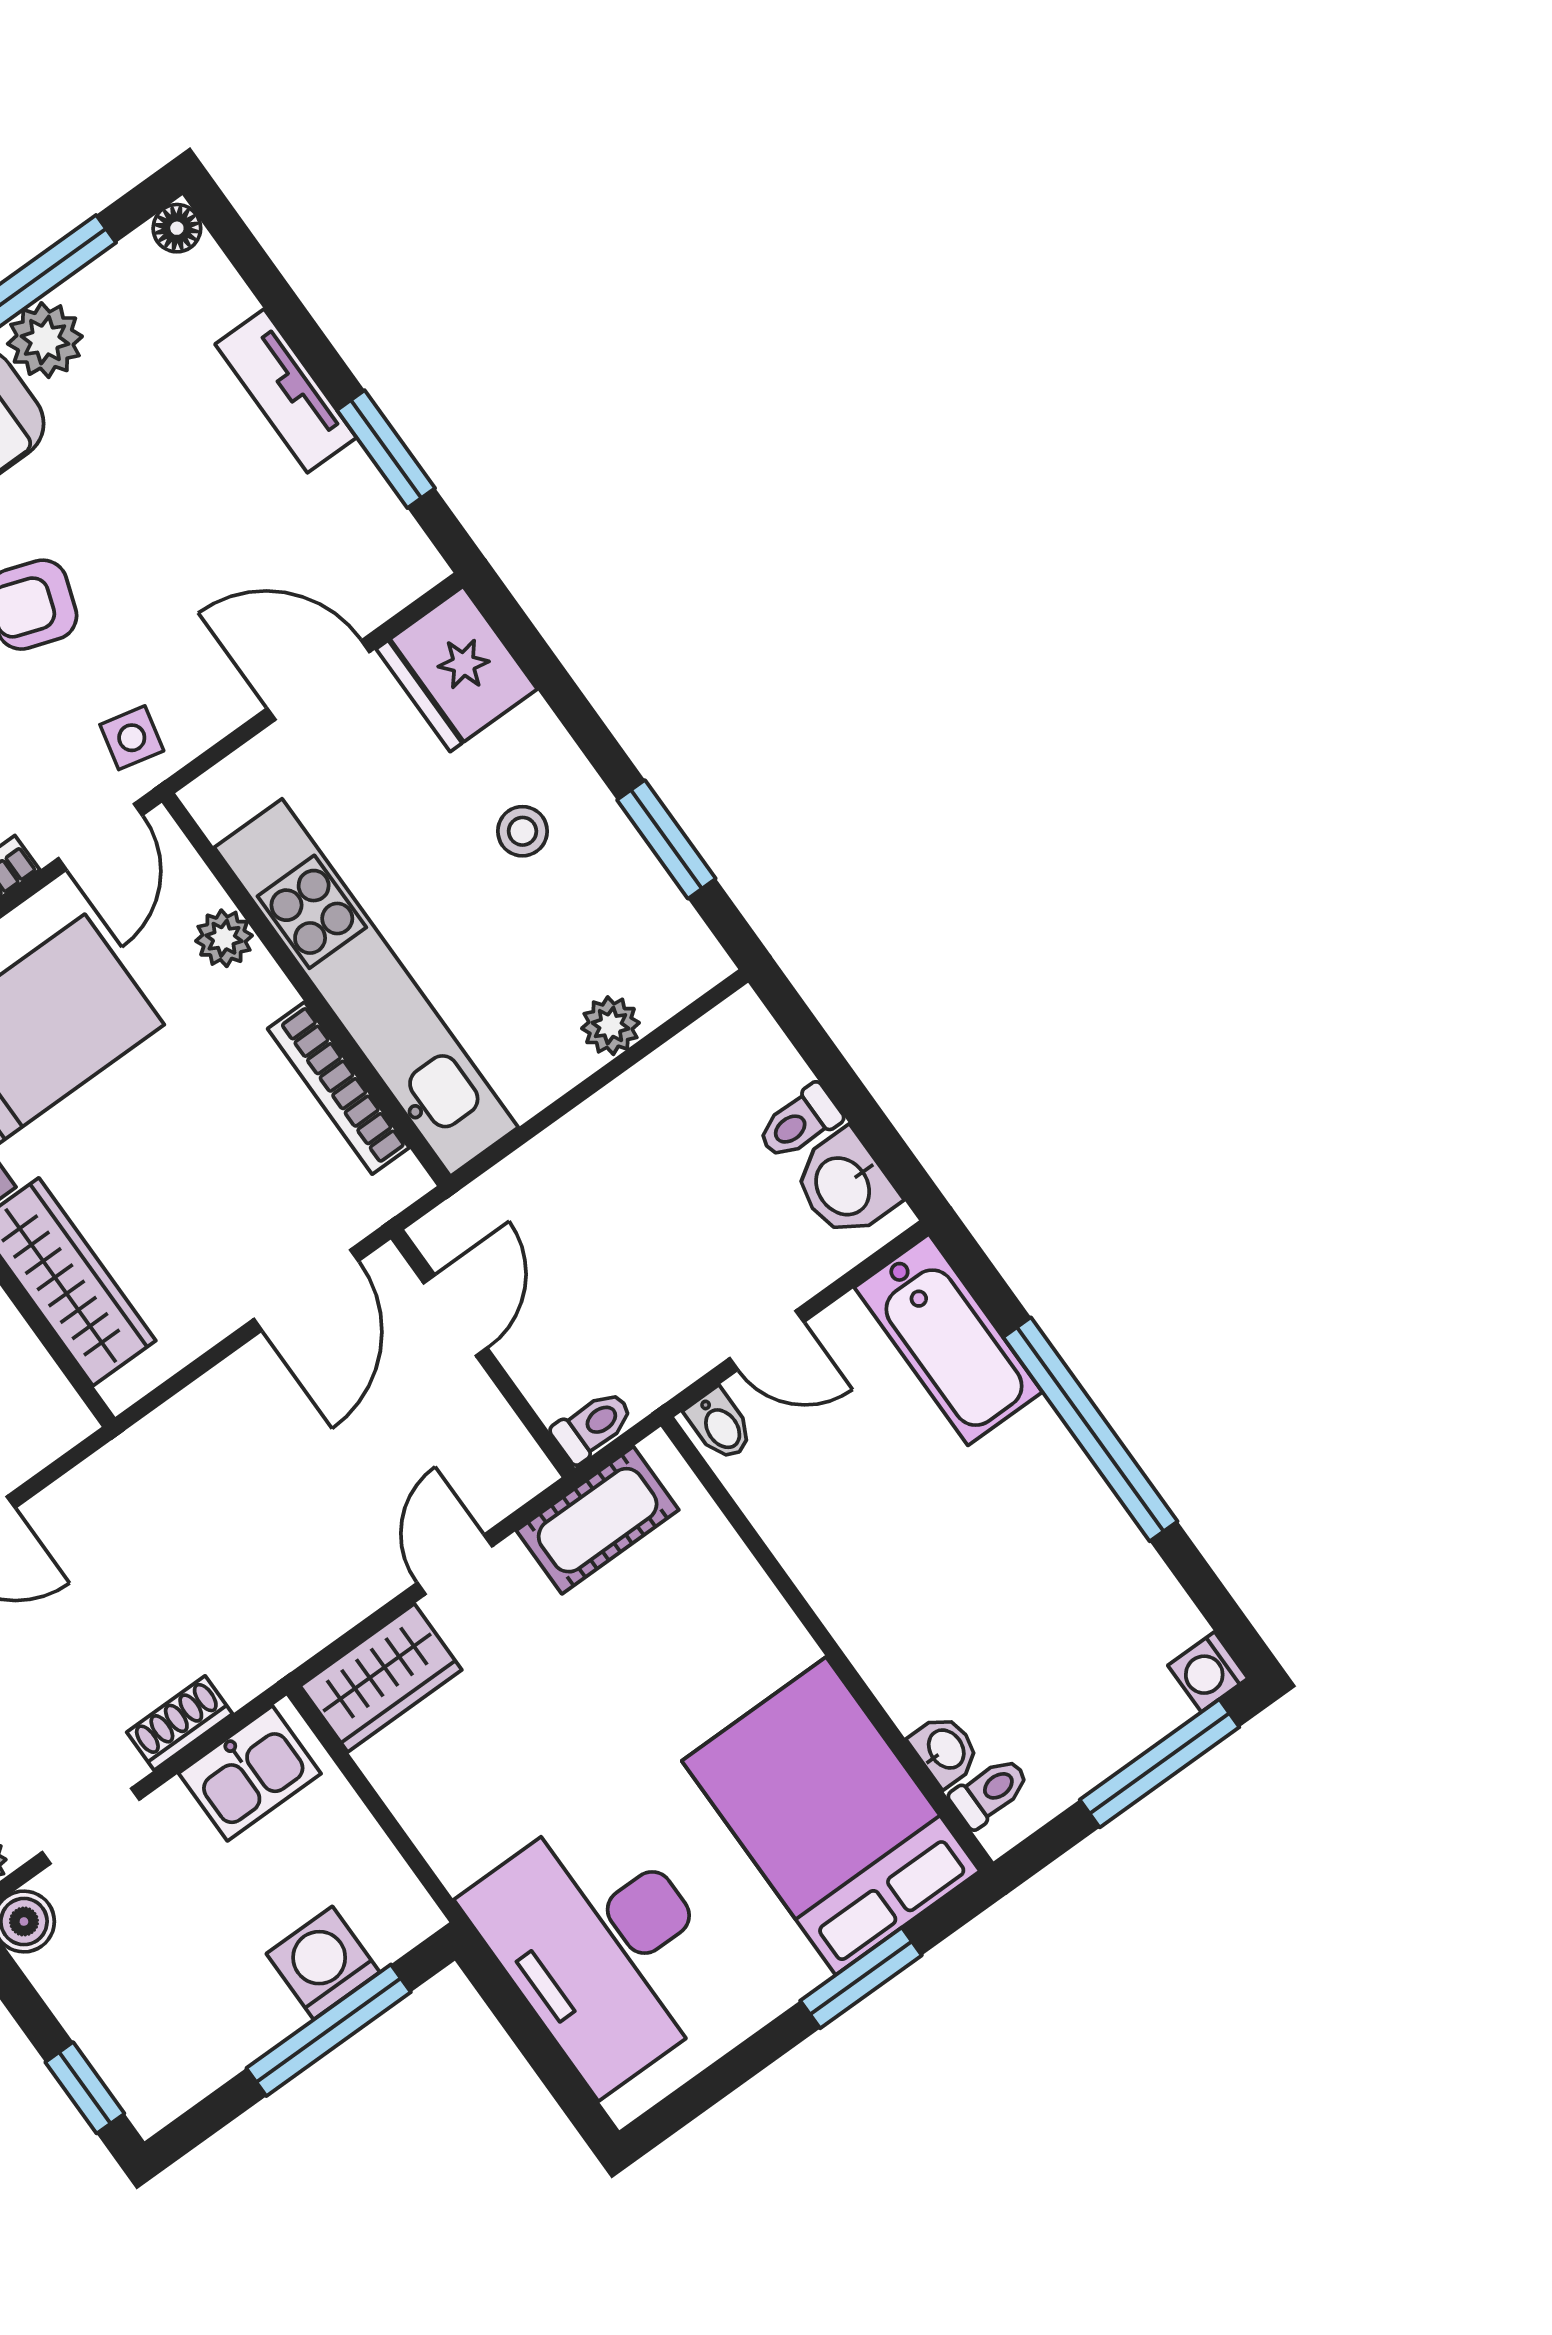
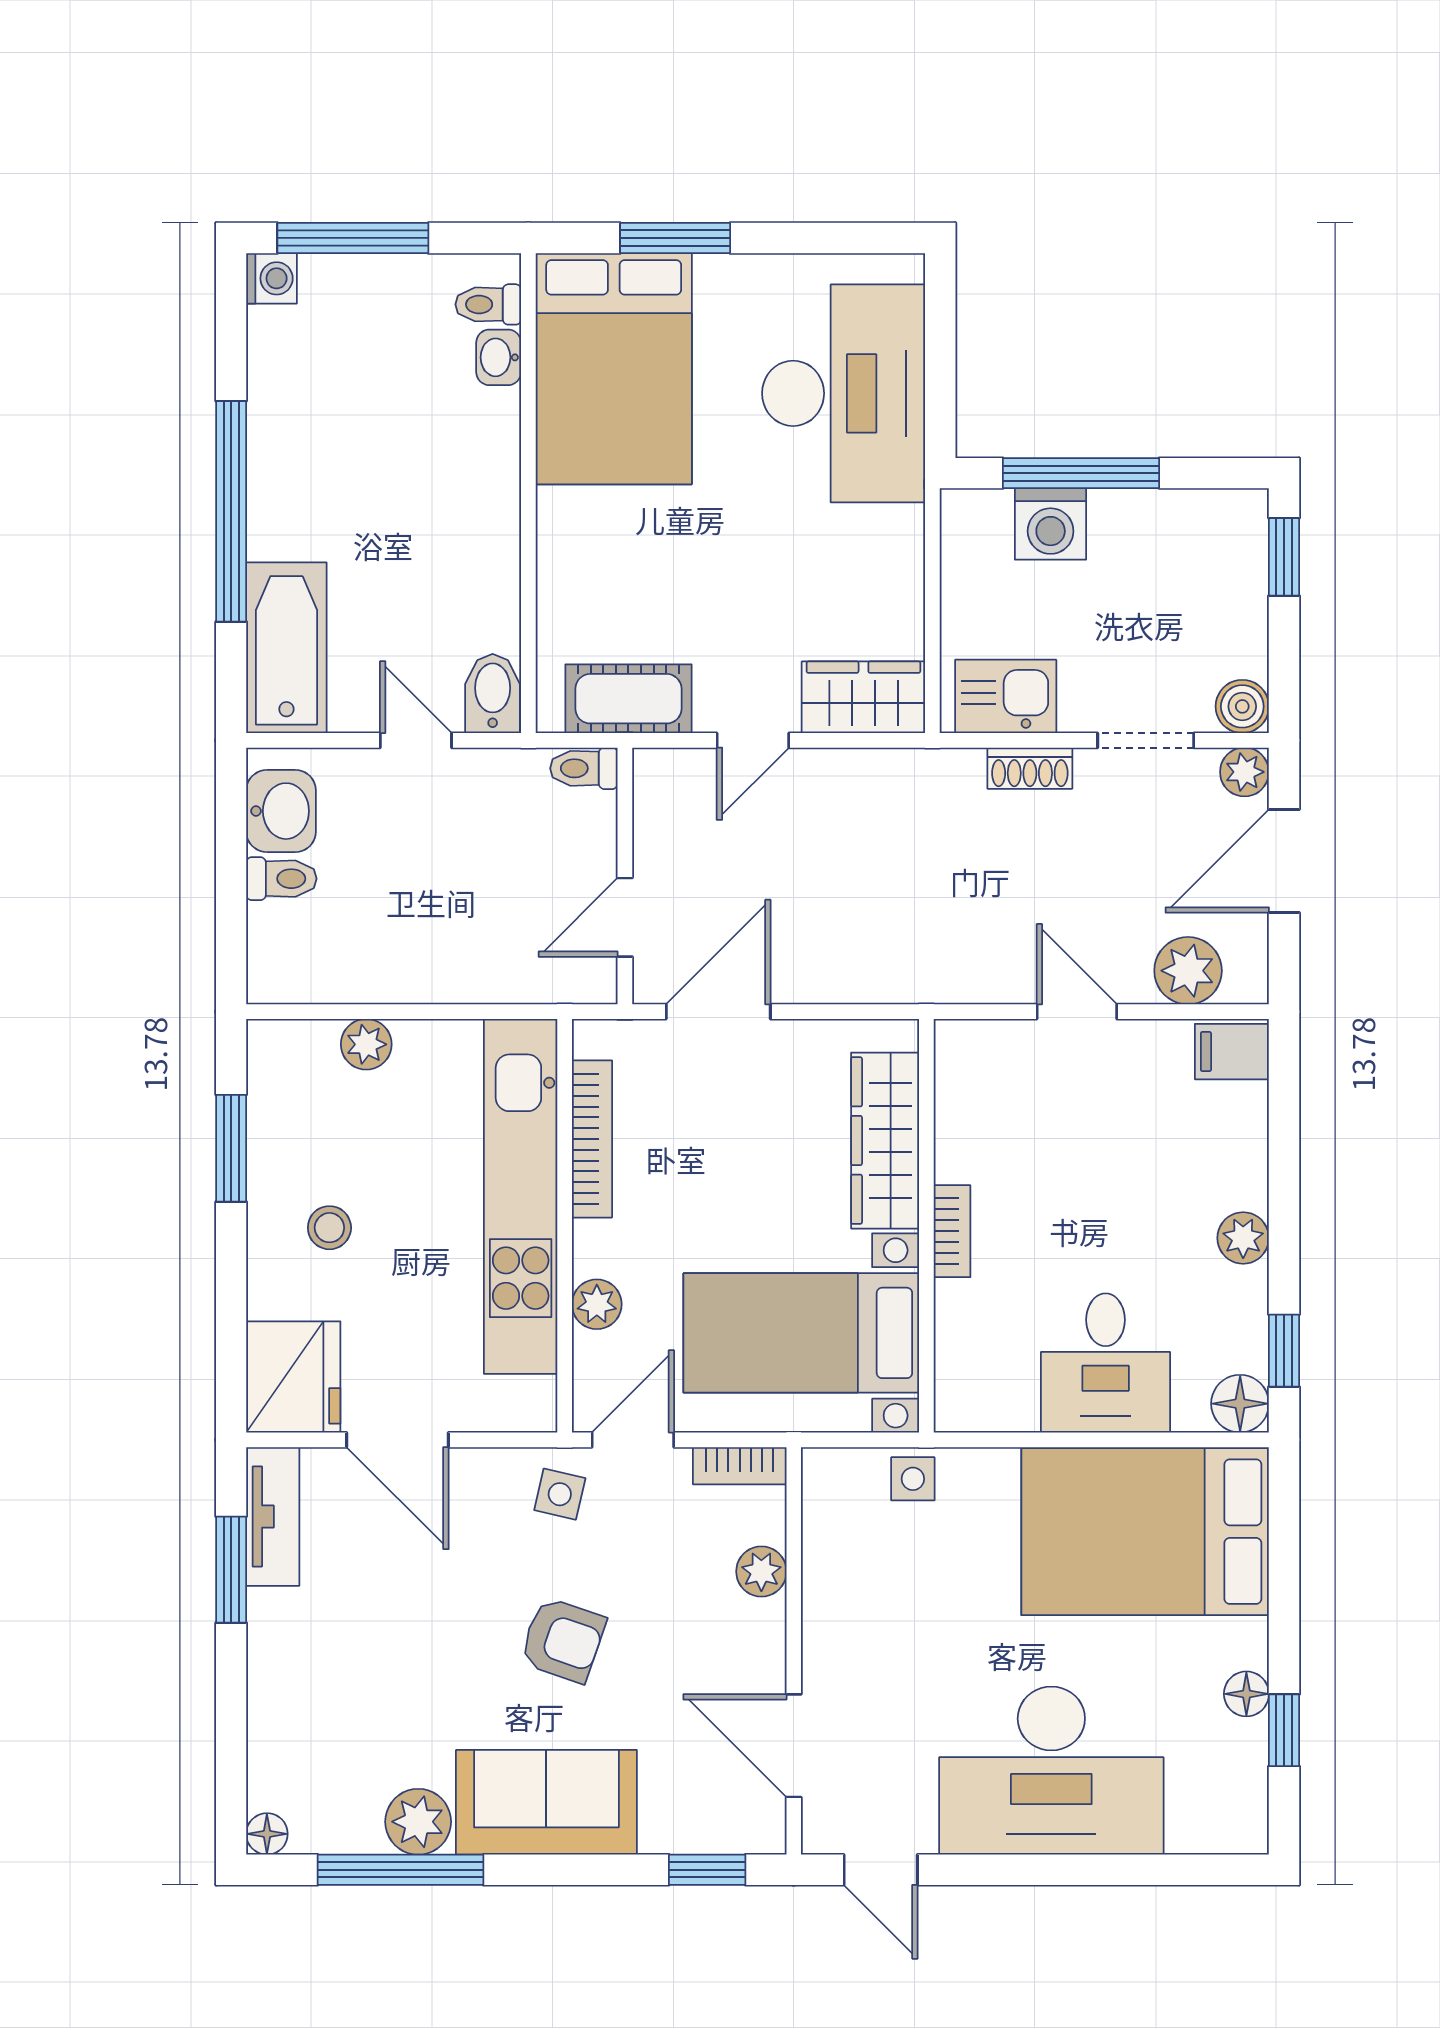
tv unit: (286, 391) -> (273, 1517), moved
bidet: (720, 1425) -> (493, 693), width x1.38, depth x1.36

